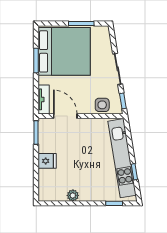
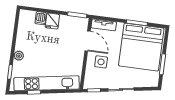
side table: (102, 105) -> (101, 62), moved
door: (65, 116) -> (88, 41), hinge flipped
dishwasher: (46, 175) -> (41, 18), added
plant: (73, 195) -> (19, 56), moved

